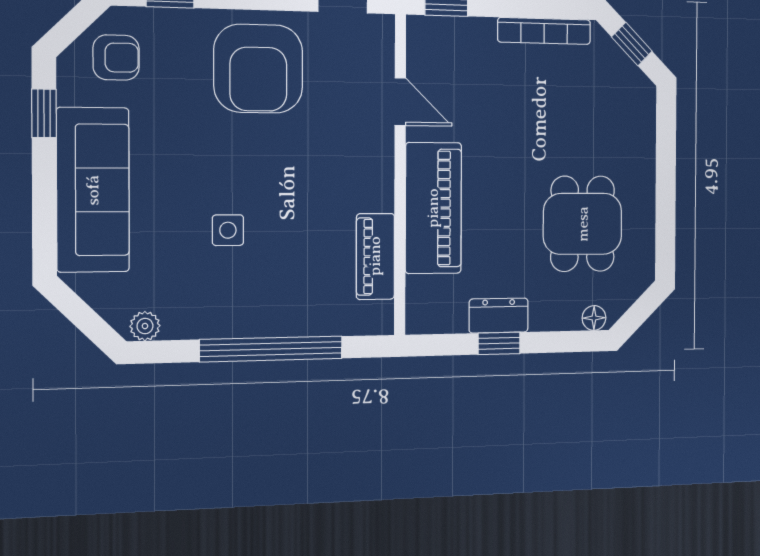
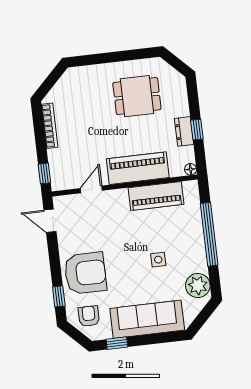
window: (632, 44) -> (50, 82), removed
armchair: (258, 69) -> (85, 273), moved
piano: (375, 256) -> (156, 196), width x1.37, depth x1.33
floor lamp: (594, 318) -> (191, 169), moved
plant: (145, 326) -> (198, 285), width x1.88, depth x1.88

